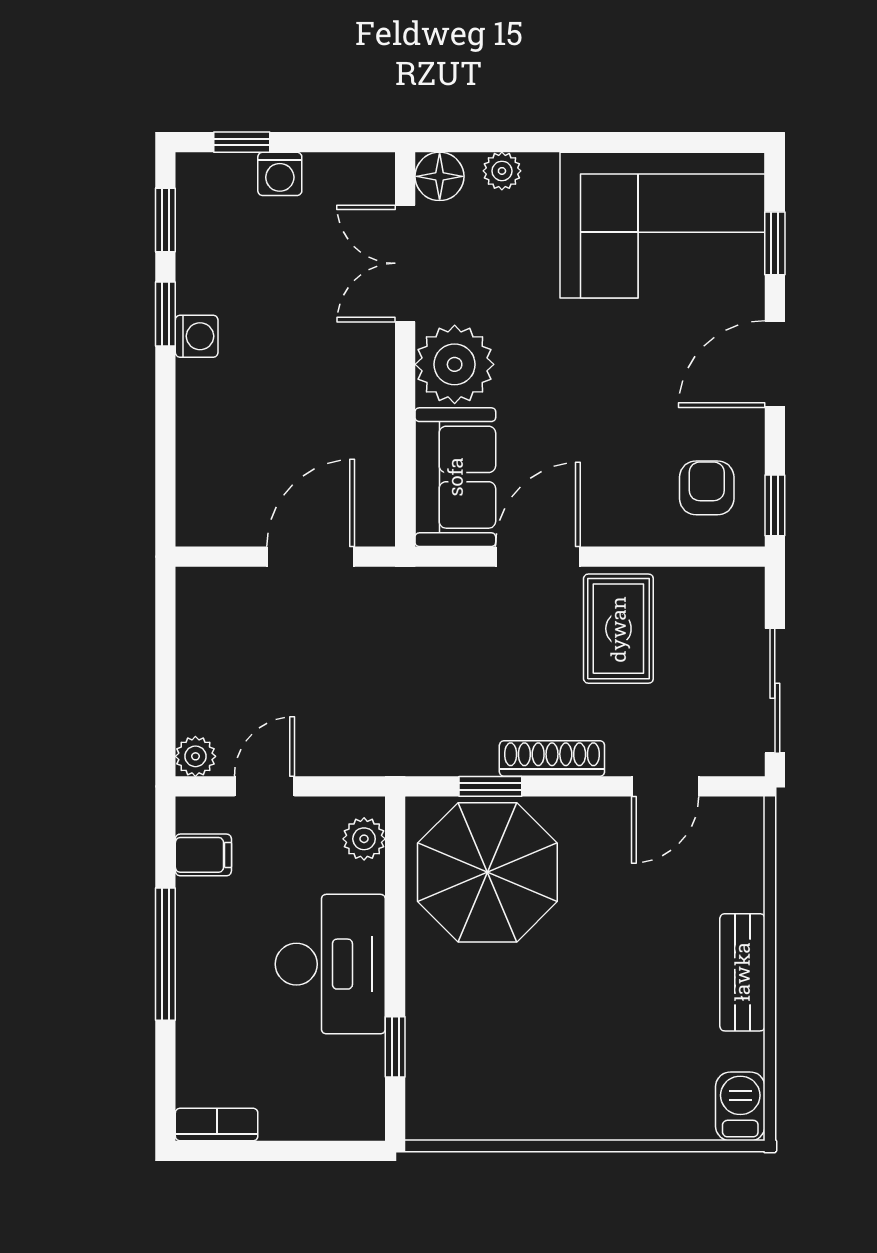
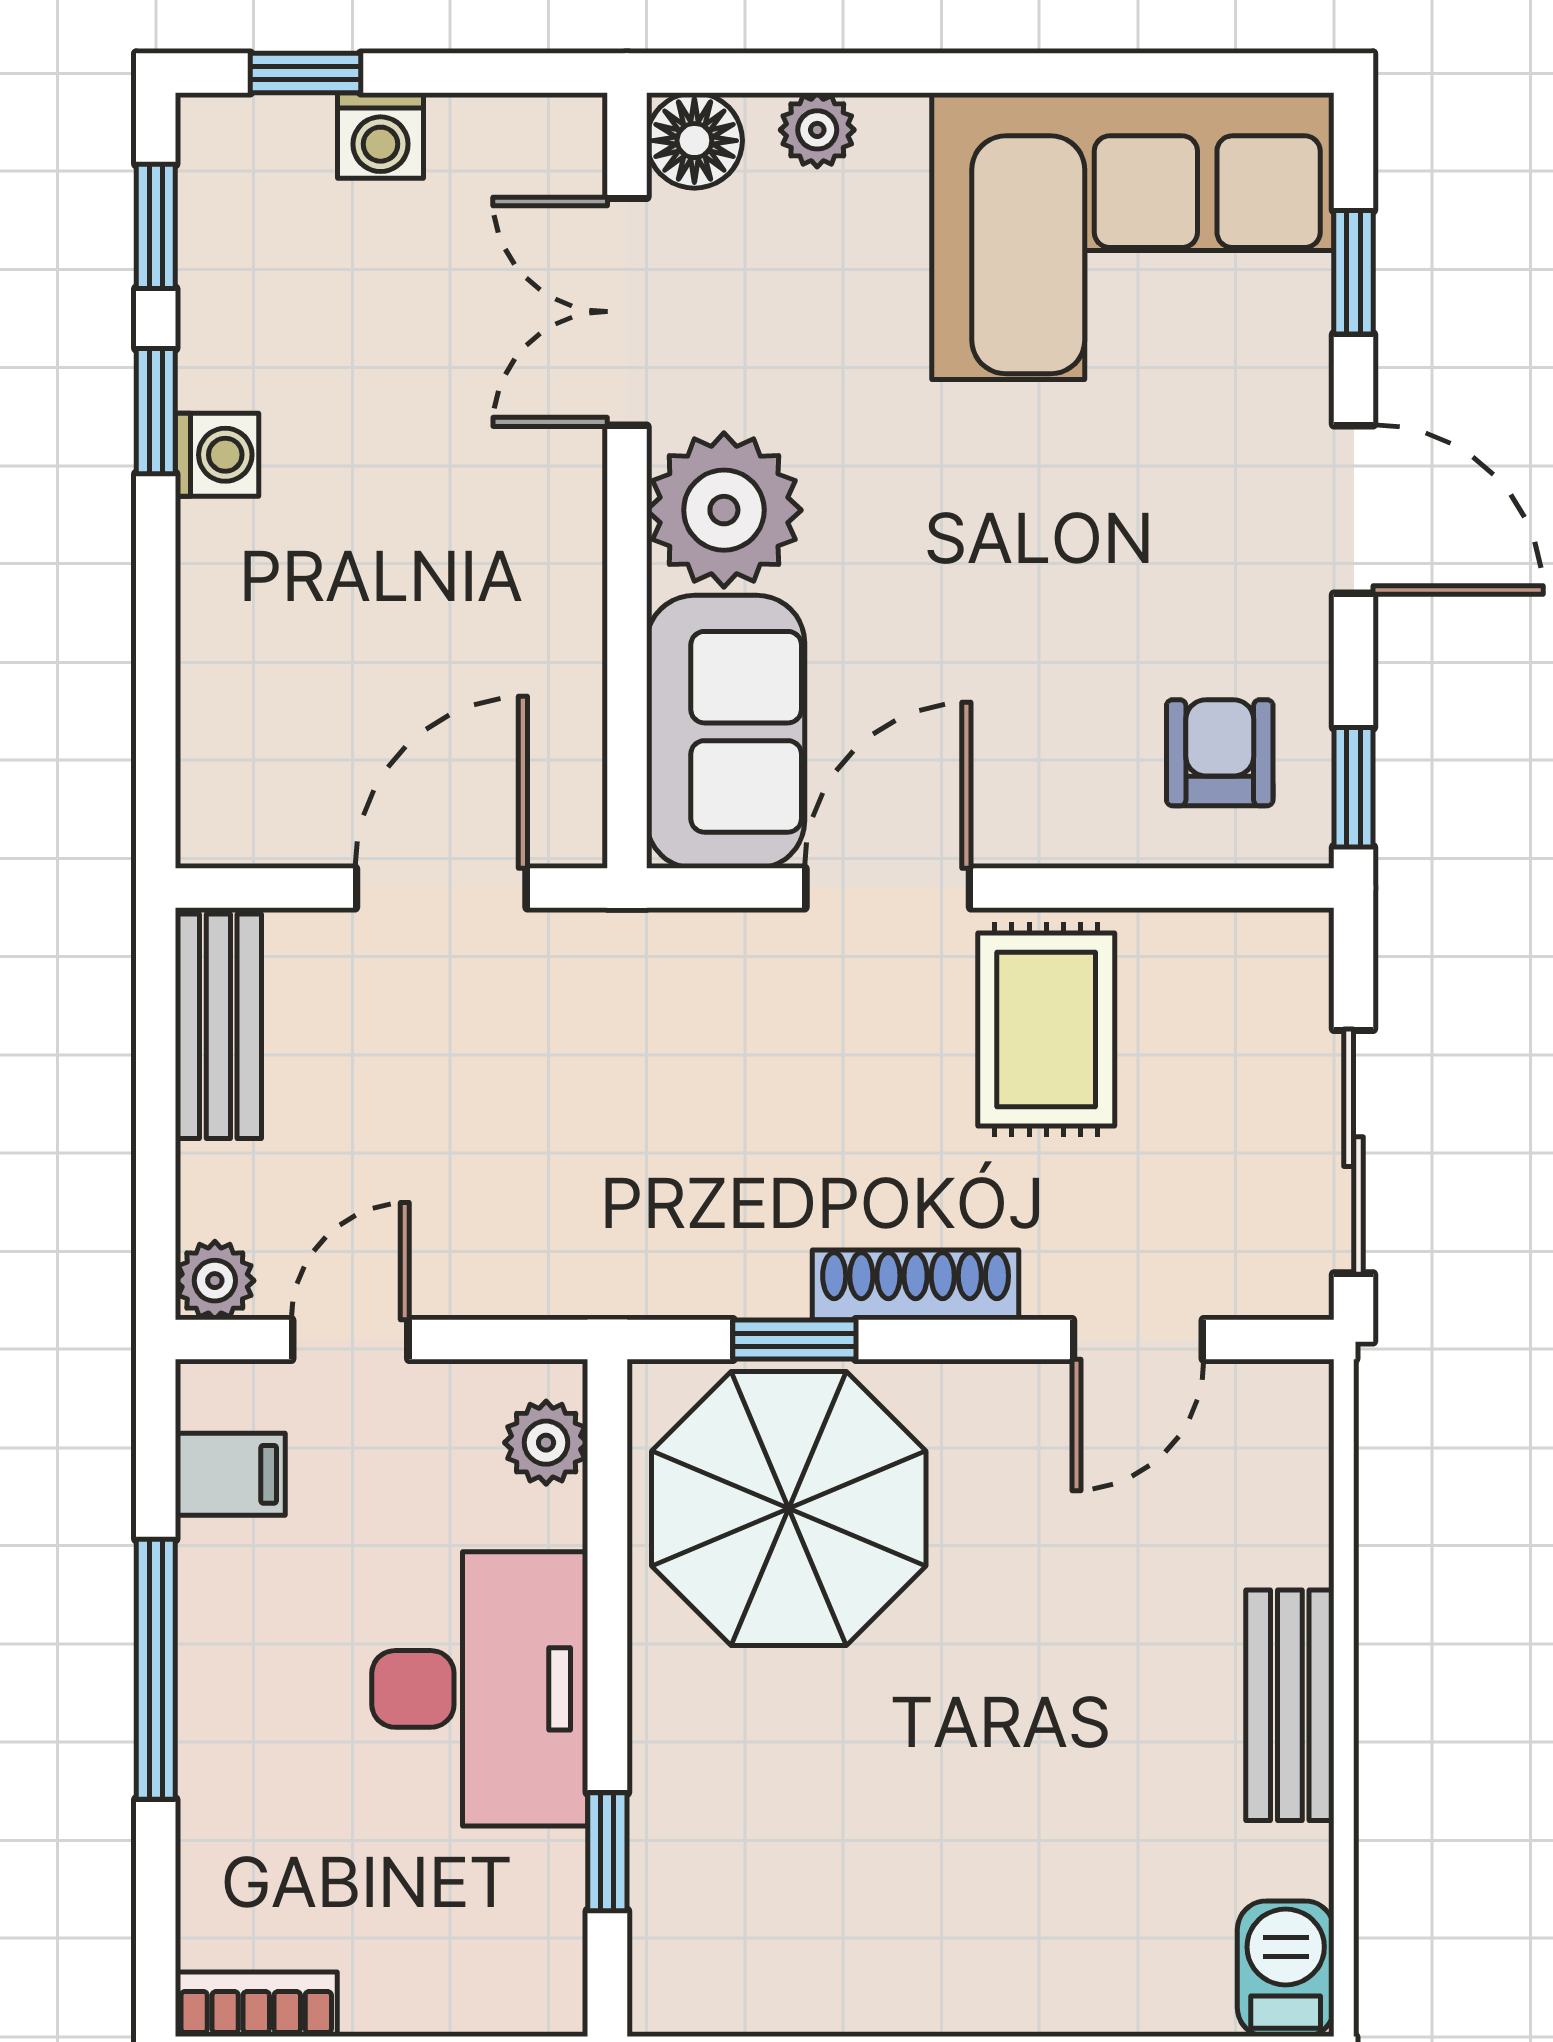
door: (775, 364) -> (1354, 509), swing flipped
bench: (197, 627) -> (218, 1026), added

